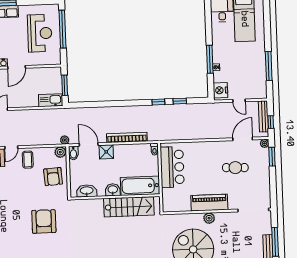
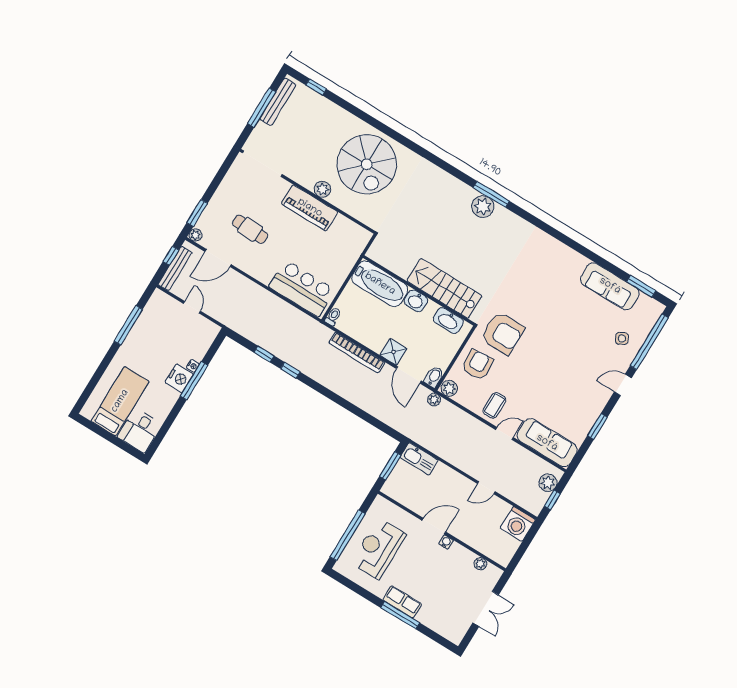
nightstand: (220, 90) -> (179, 378), moved
bar counter: (172, 167) -> (302, 288), moved, turned 90
stairs: (129, 207) -> (444, 288), moved
armchair: (44, 221) -> (502, 333), moved, turned -90

